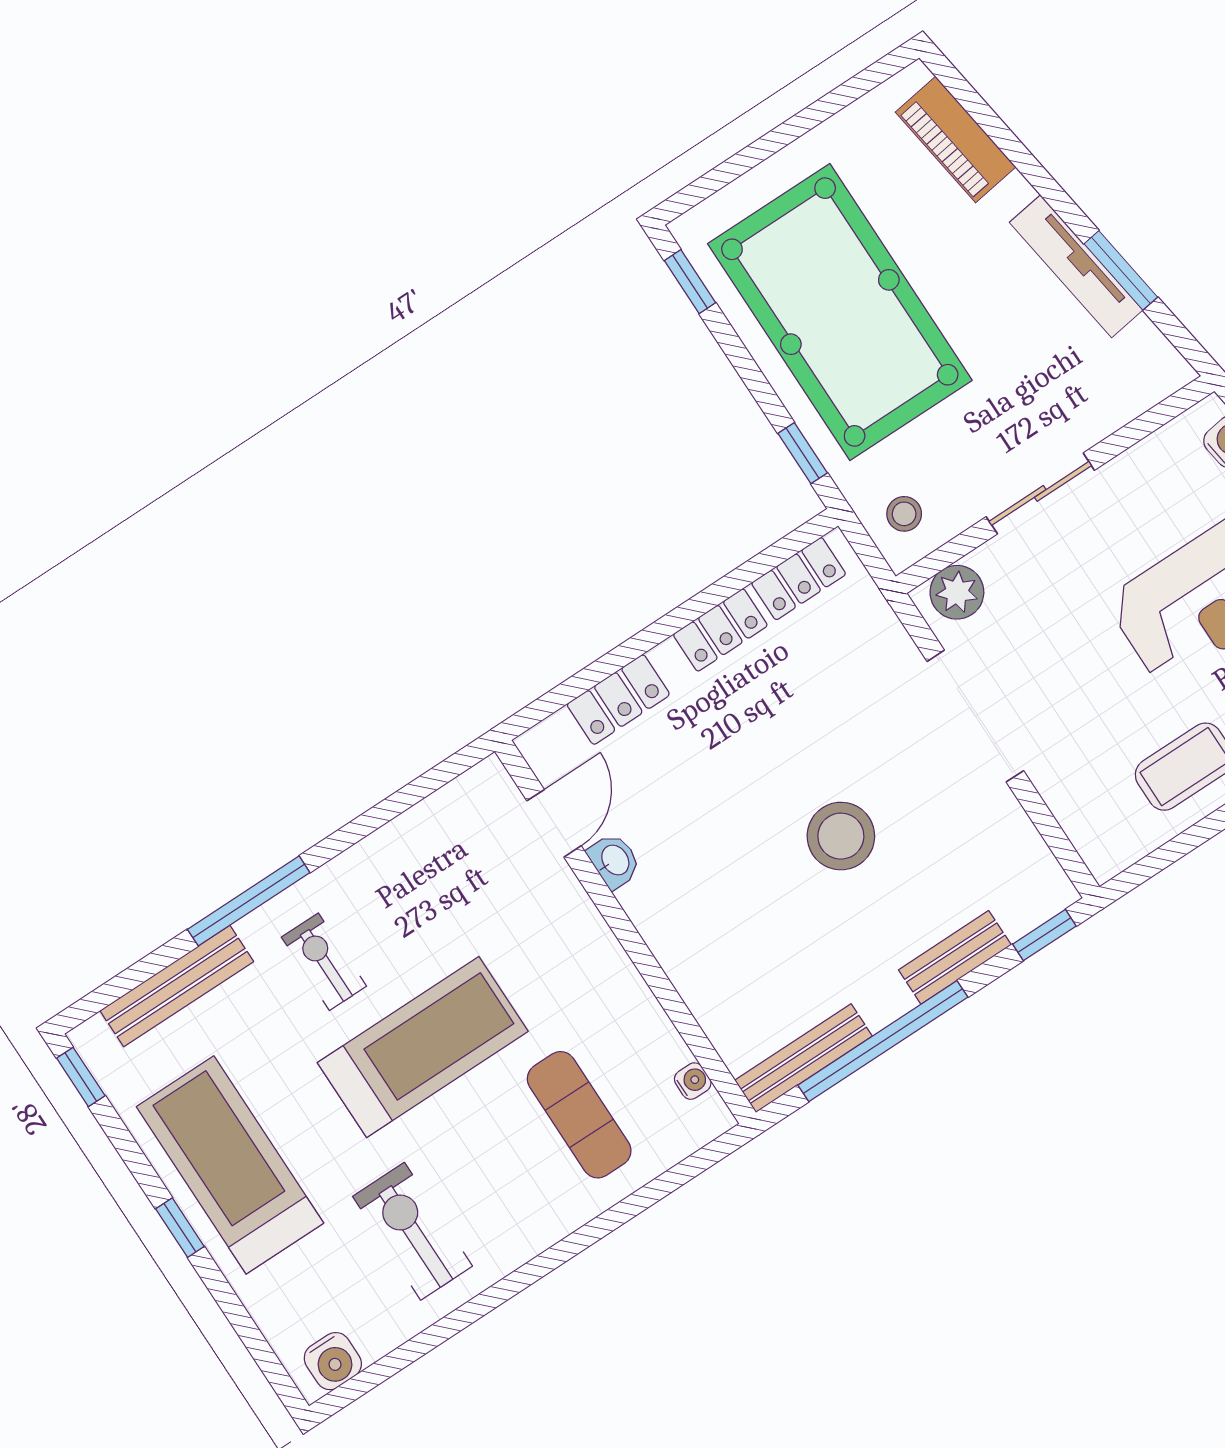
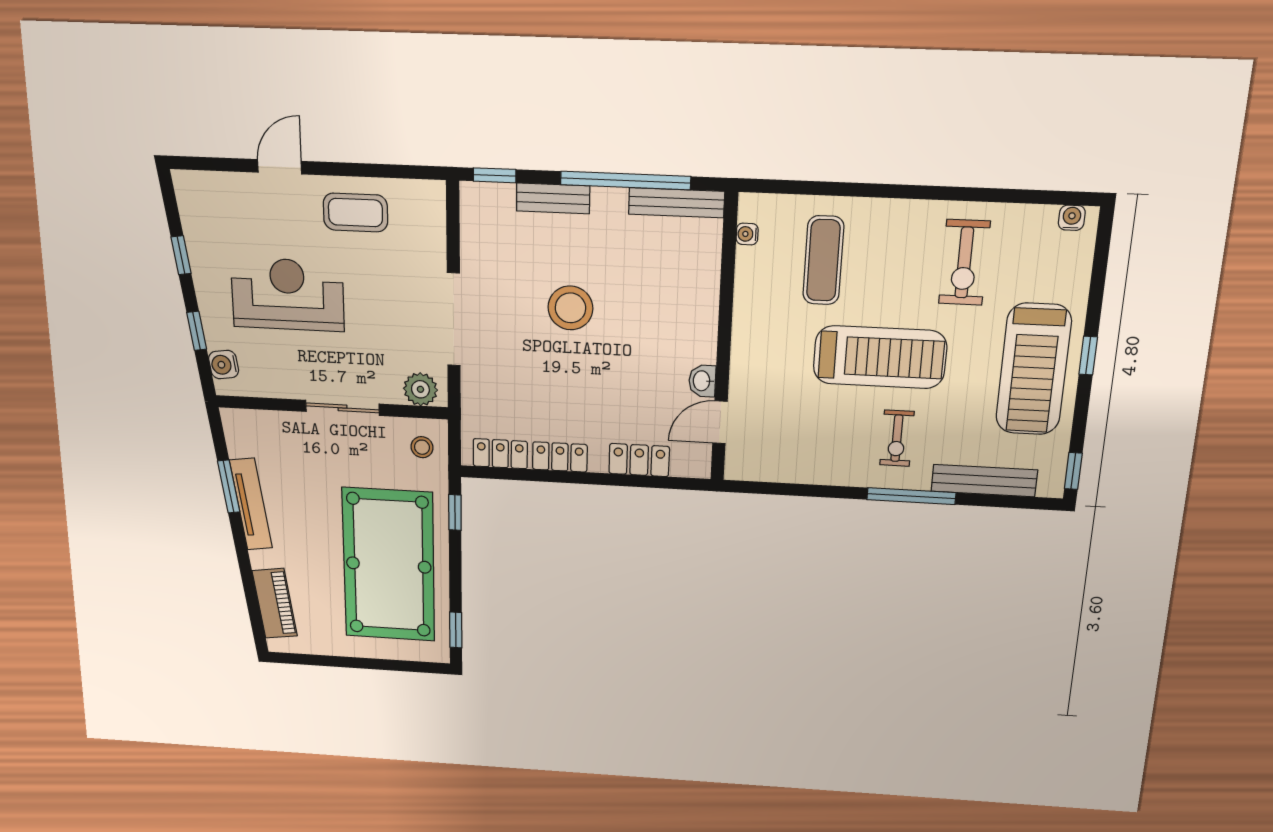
treadmill: (423, 1047) -> (880, 357), turned 180
water cooler: (333, 1361) -> (1072, 218), width x0.72, depth x0.72

